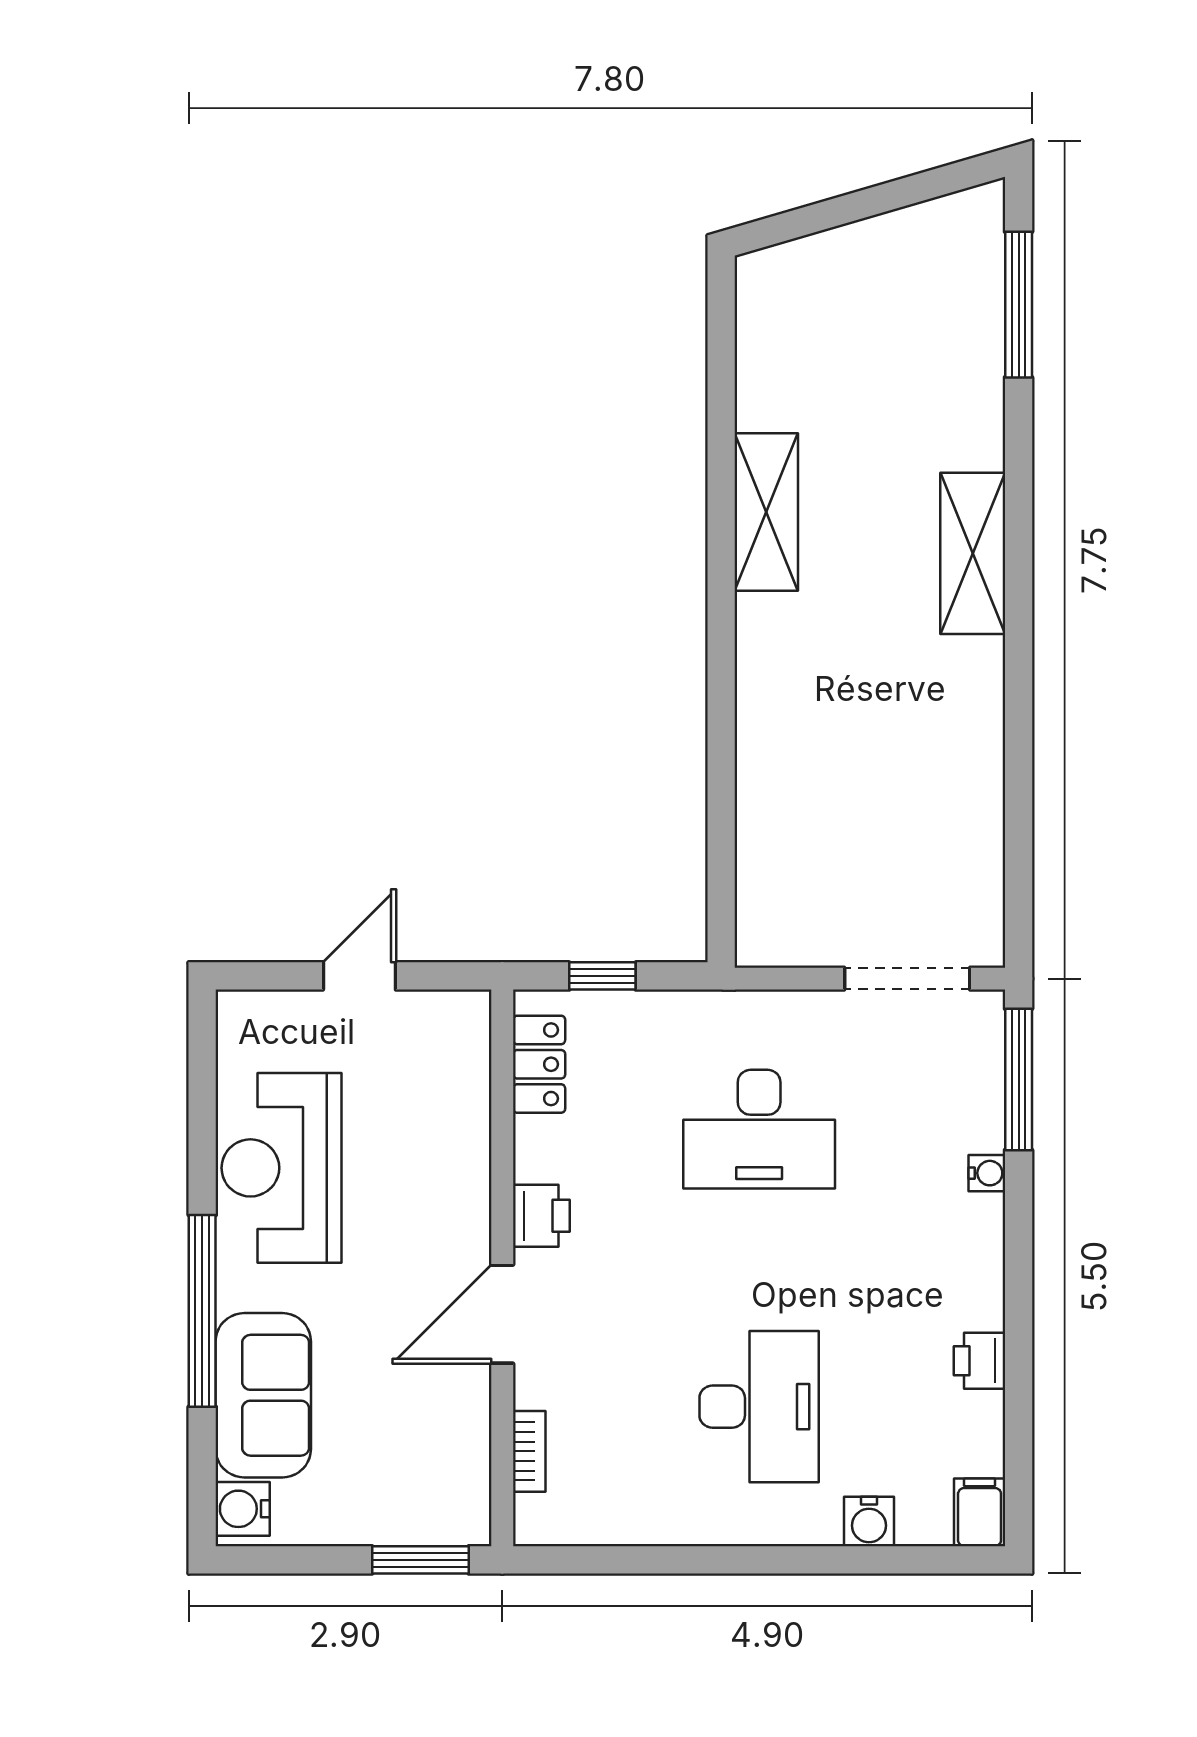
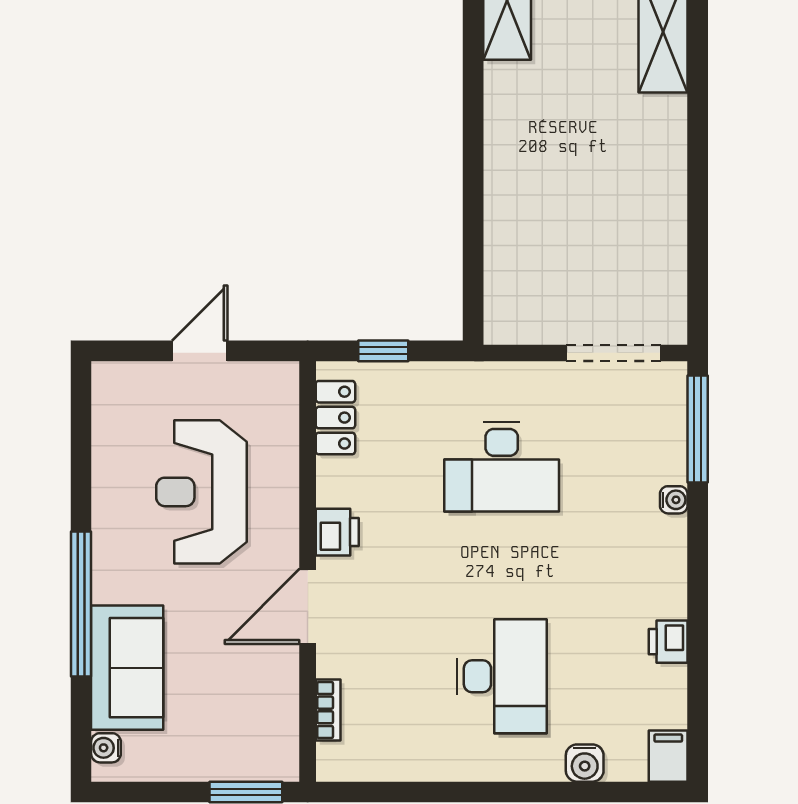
reception desk: (282, 1168) -> (202, 492), moved
water cooler: (243, 1509) -> (106, 748), width x0.72, depth x0.72

